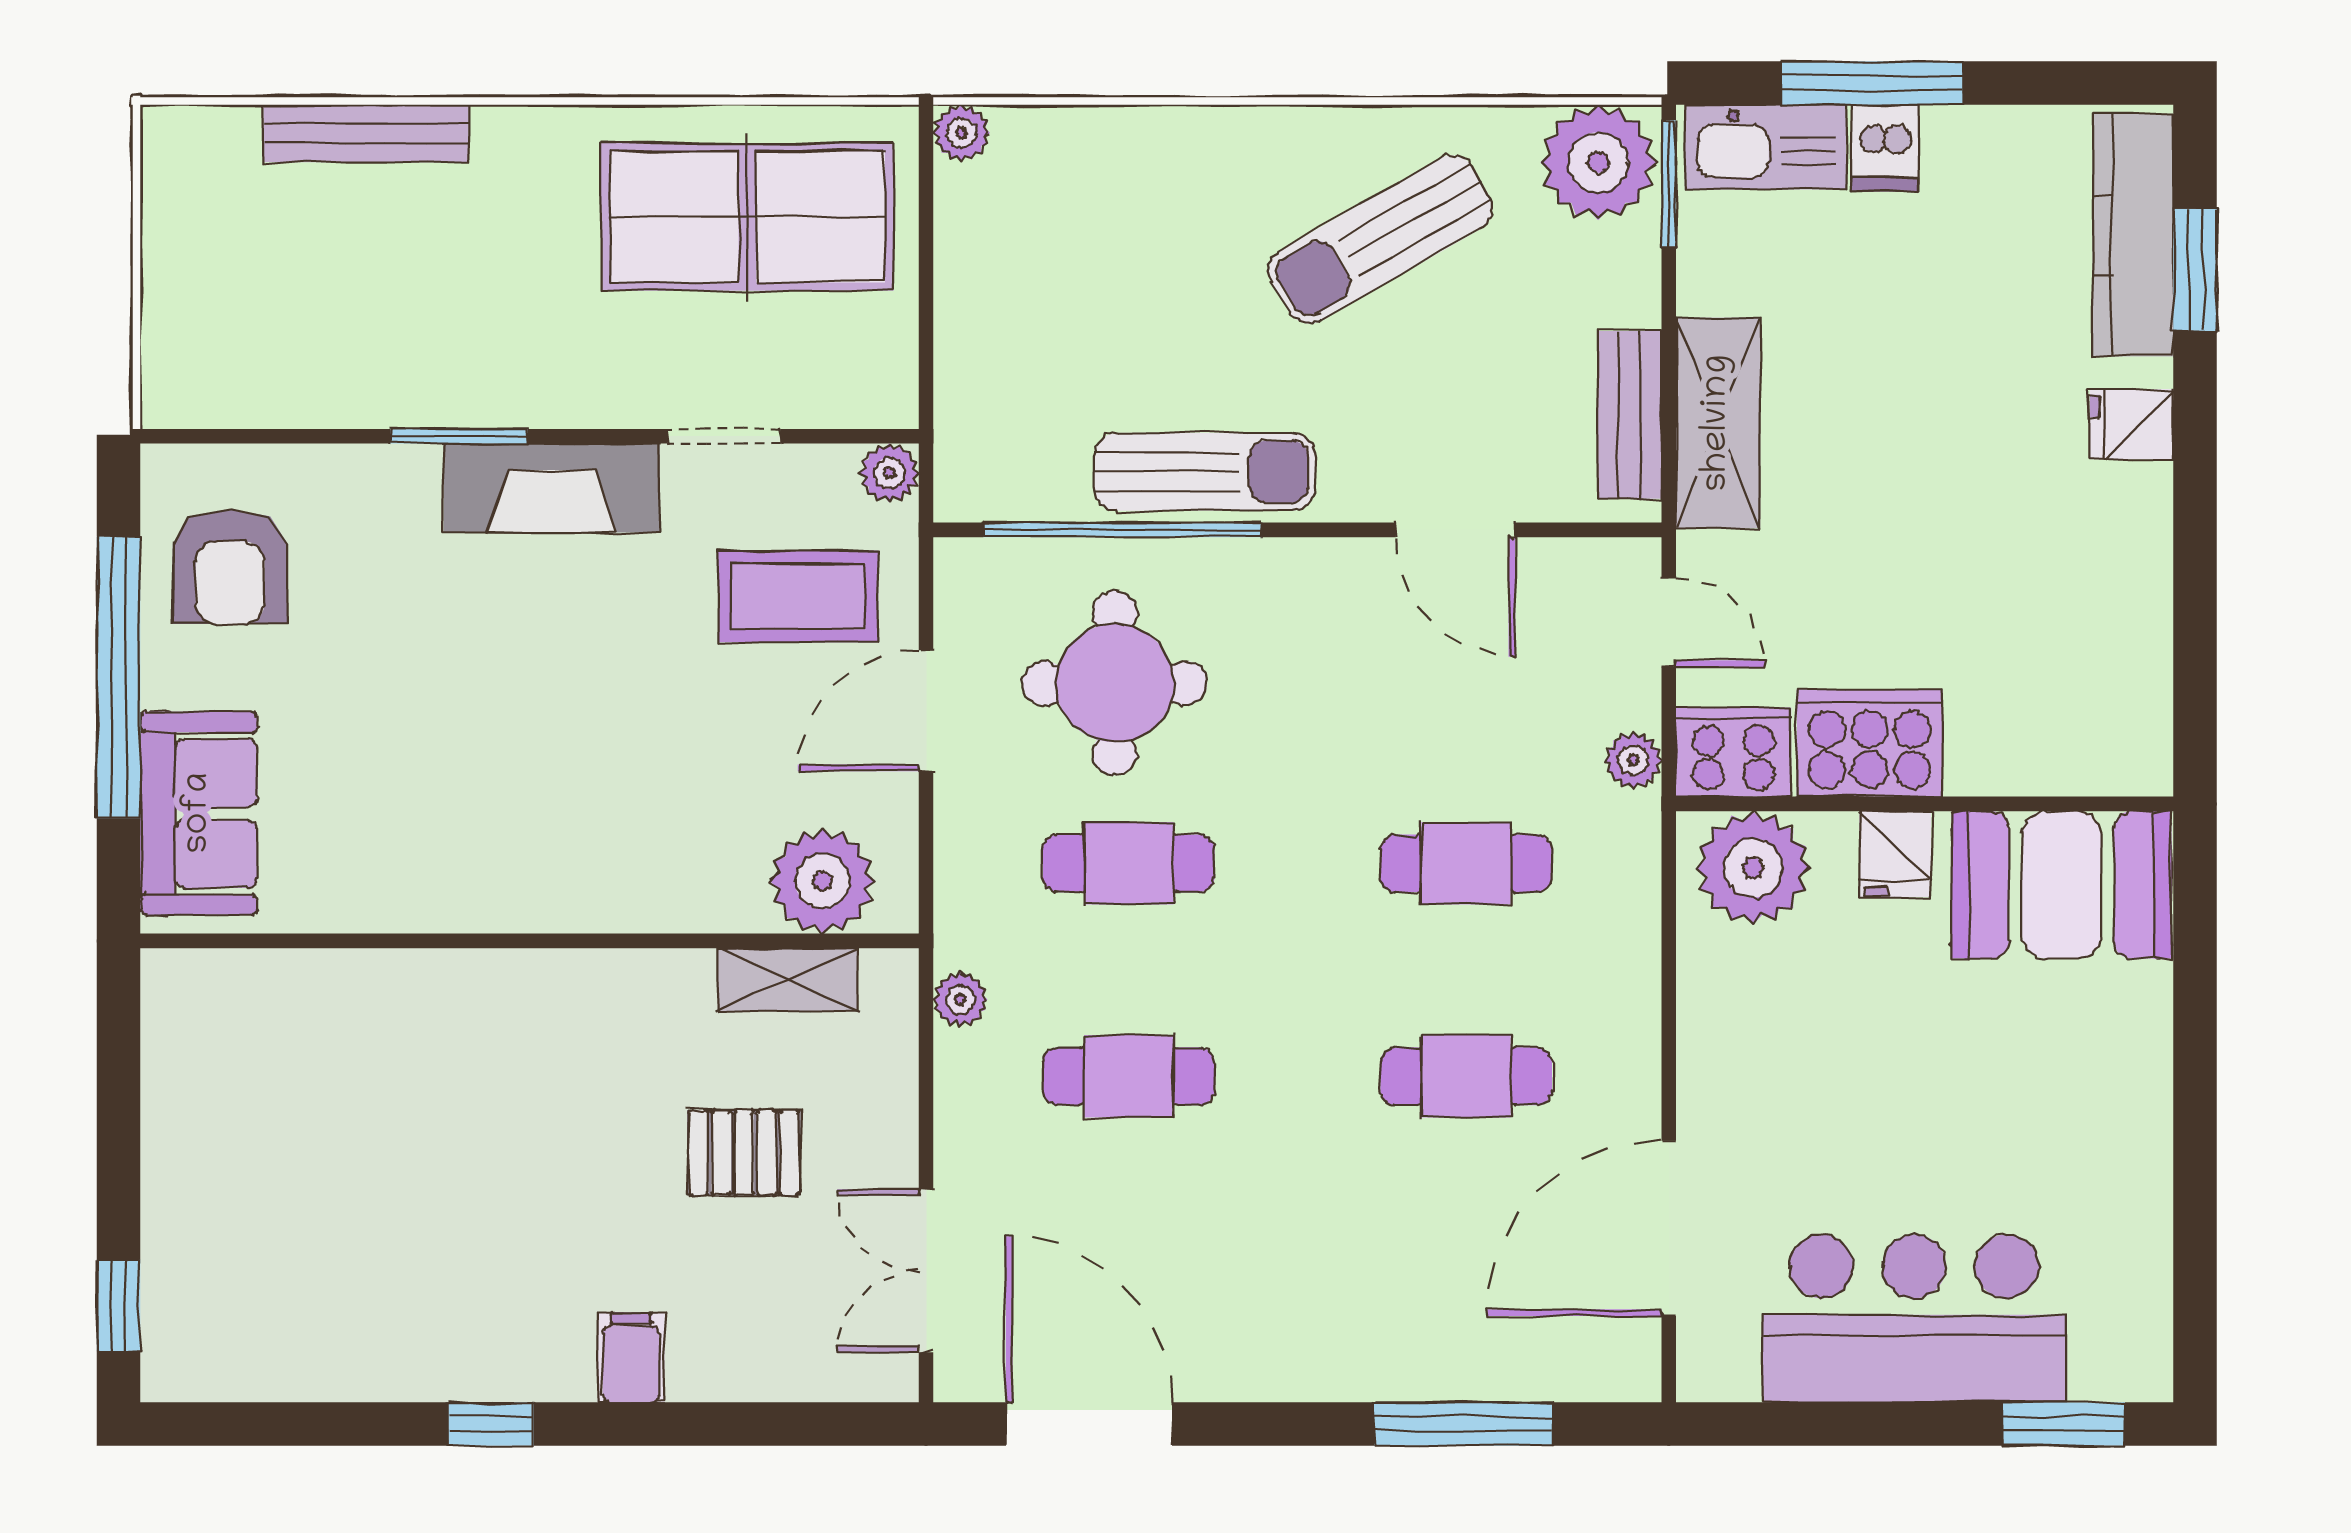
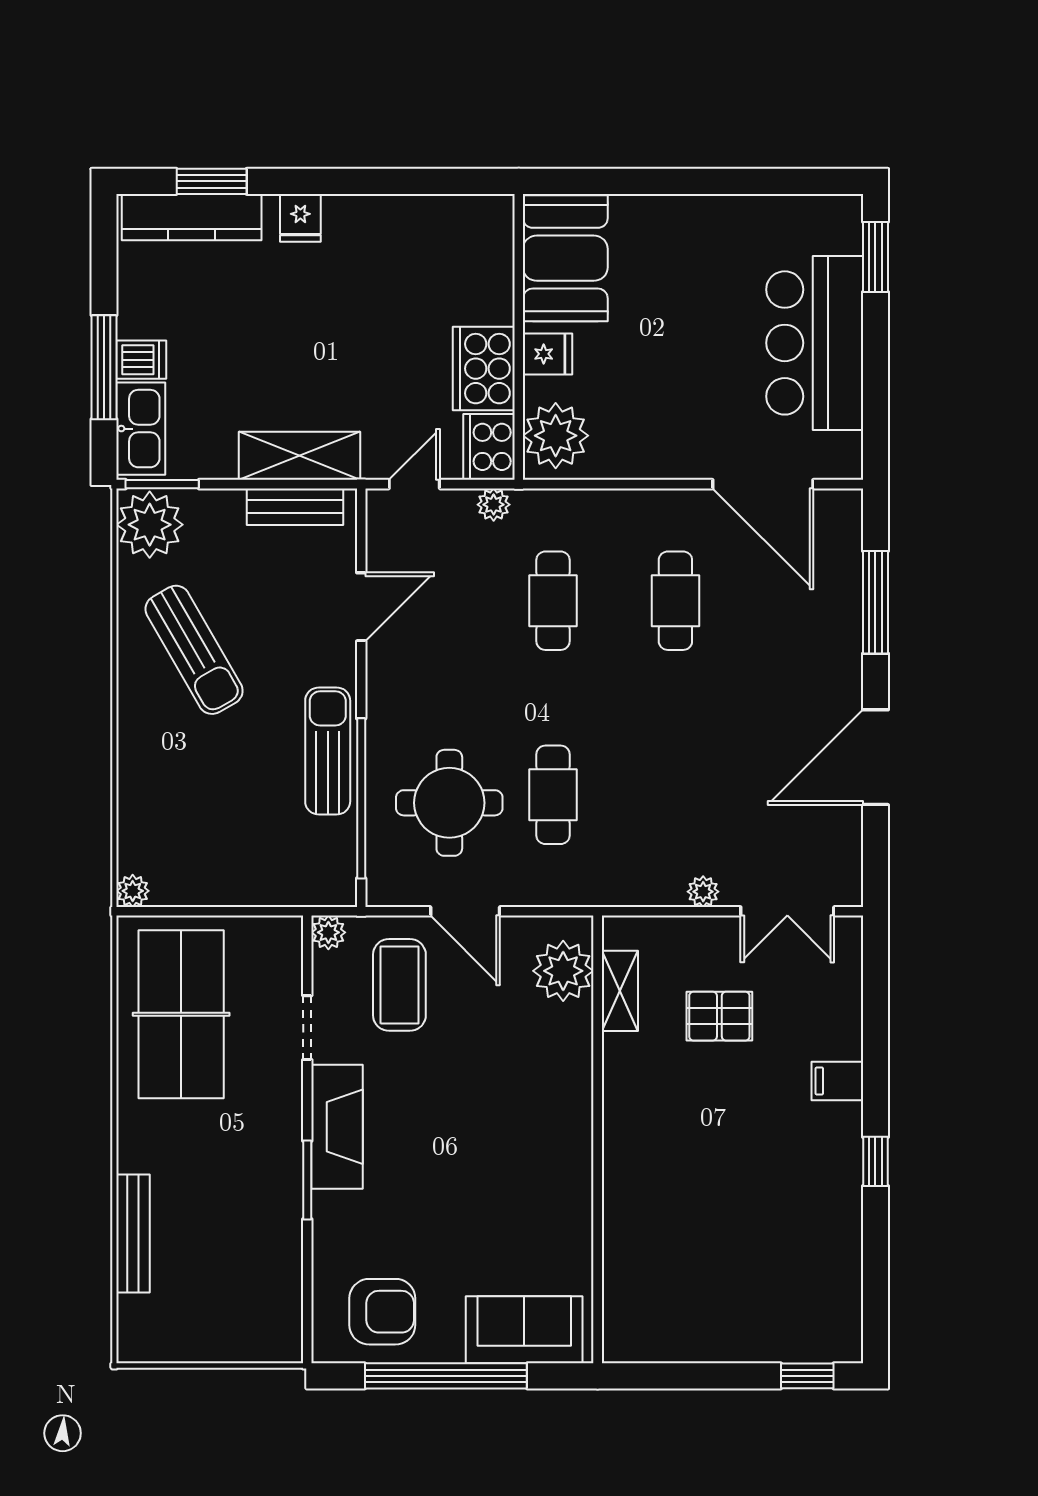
plant: (960, 999) -> (703, 892), moved
cafe table: (1129, 1076) -> (675, 795), removed
pallet: (744, 1153) -> (719, 1016), turned 90
door: (1089, 1424) -> (875, 757), moved

